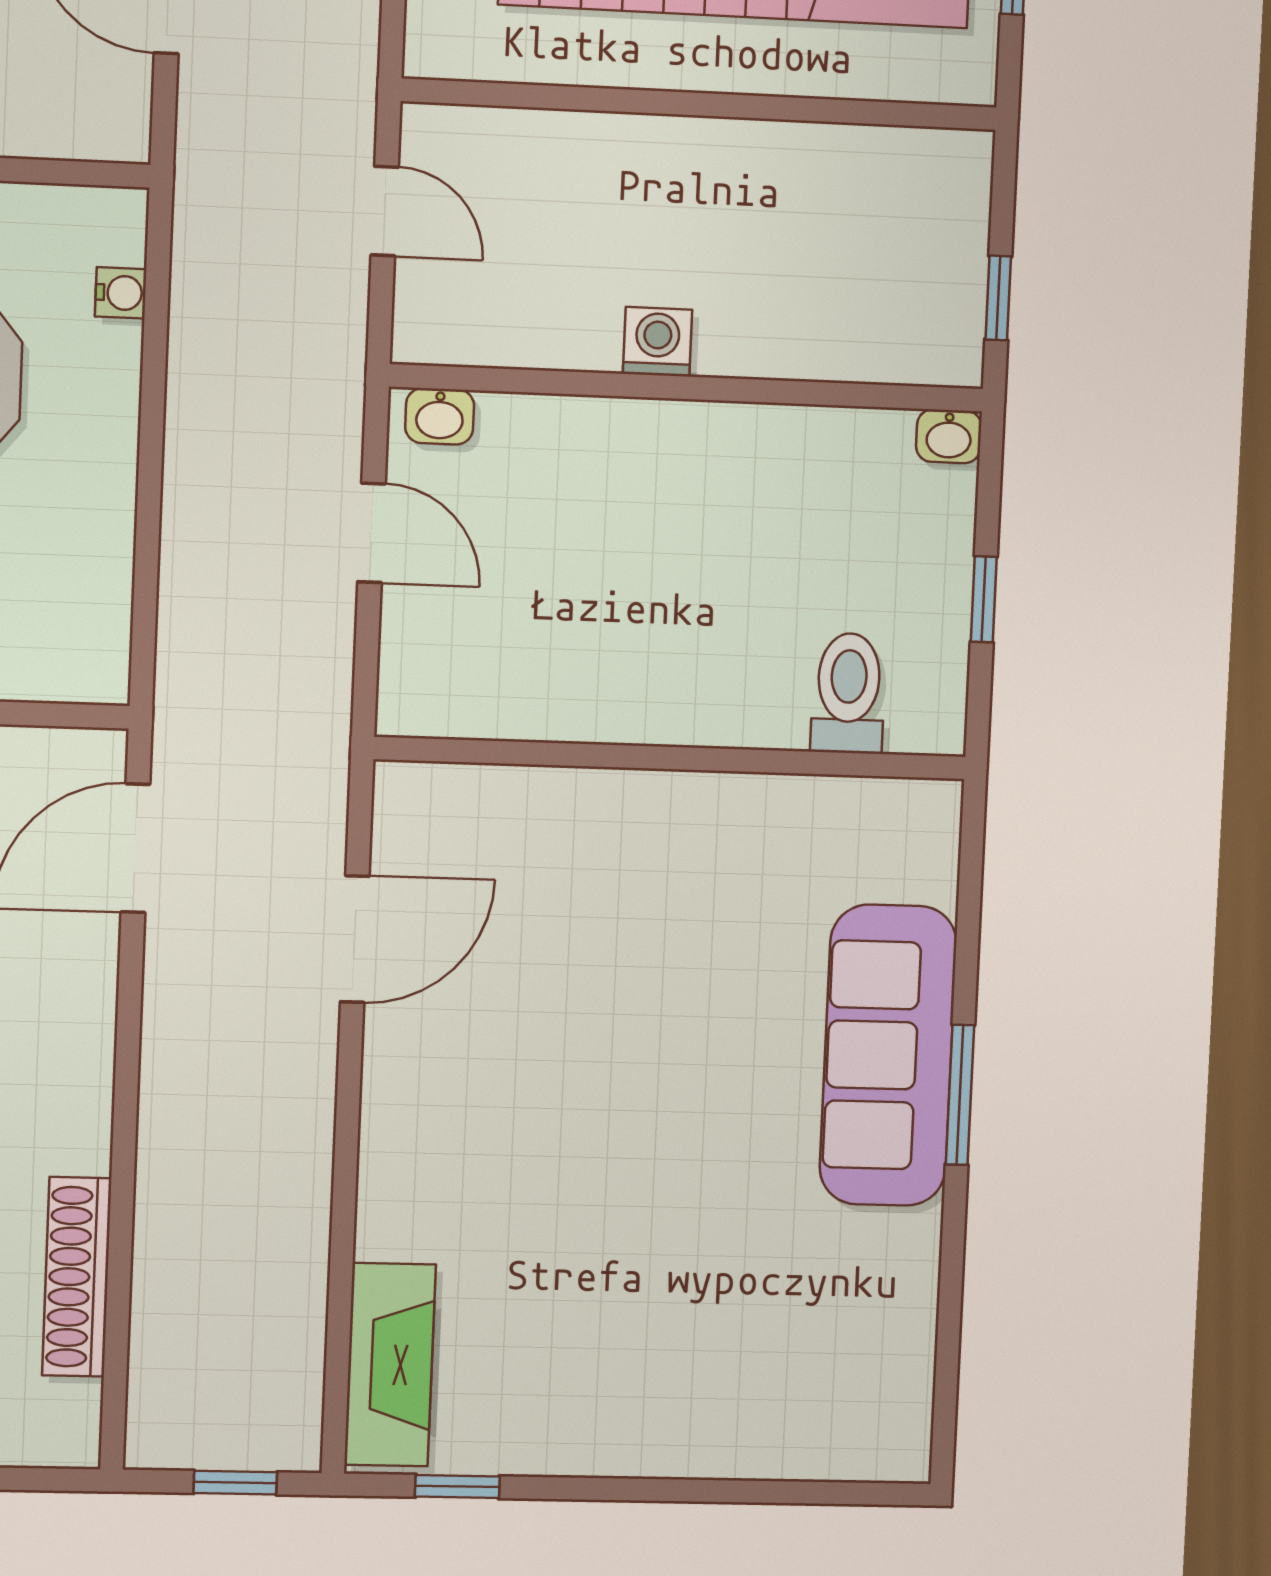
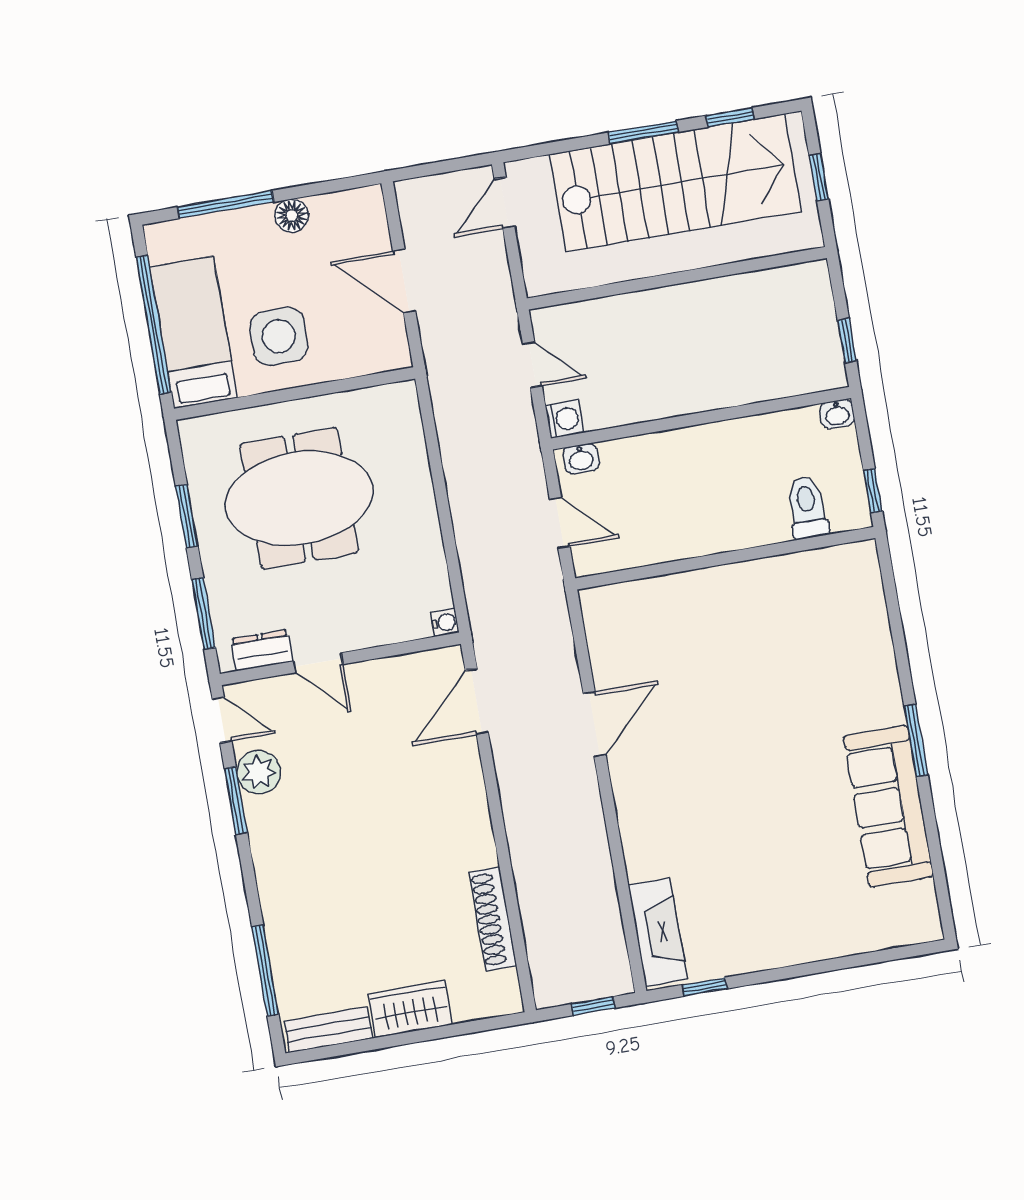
water cooler: (121, 293) -> (445, 623), moved
washing machine: (658, 342) -> (565, 419), moved, turned 90
toilet: (848, 693) -> (807, 508), moved
wall: (671, 758) -> (725, 558), moved
sofa: (888, 1055) -> (889, 806), moved

